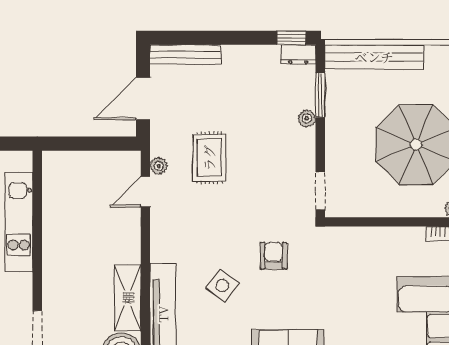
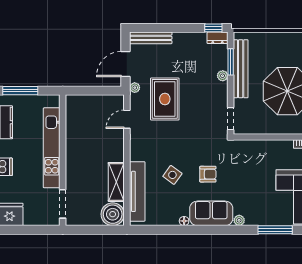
bench: (374, 57) -> (241, 69), moved, turned 90
rug: (209, 158) -> (165, 99), width x1.36, depth x1.43
plant: (159, 166) -> (135, 88), moved
kitchen unit: (19, 222) -> (52, 148), width x1.36
armchair: (274, 256) -> (208, 174), moved, turned 90

